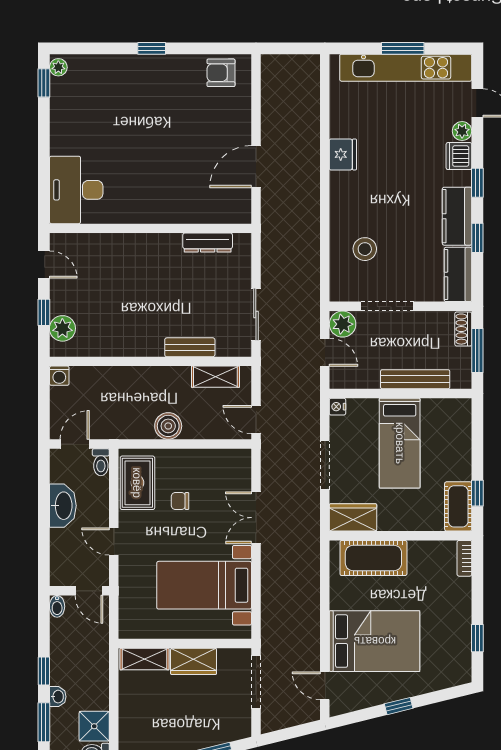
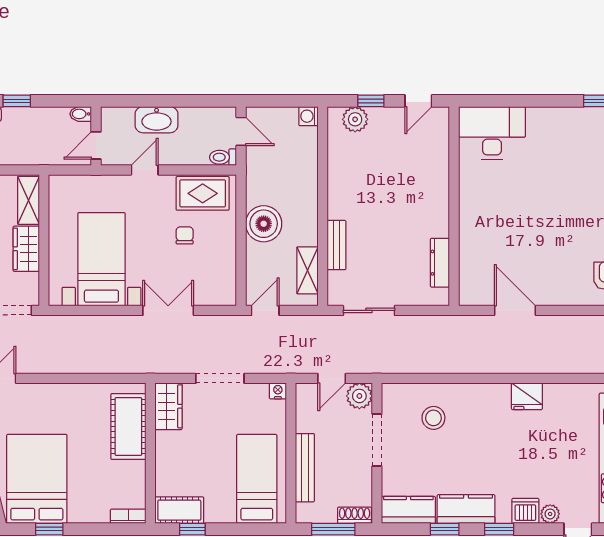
boiler: (168, 426) -> (264, 224), width x1.37, depth x1.37
bed: (400, 443) -> (257, 479), moved, turned 90
washbasin: (63, 506) -> (157, 120), moved
bed: (375, 641) -> (37, 479), moved, turned 180

